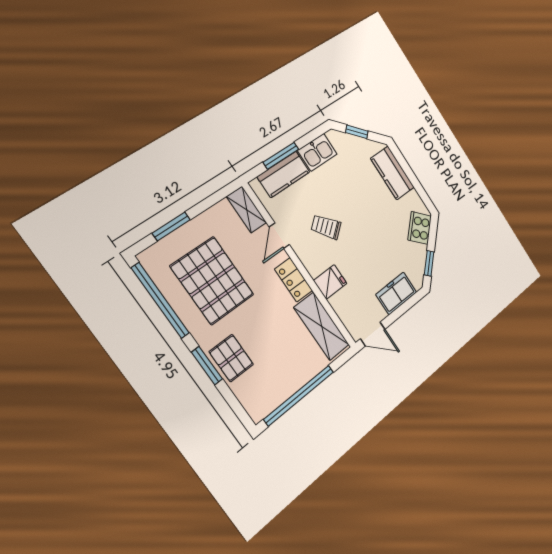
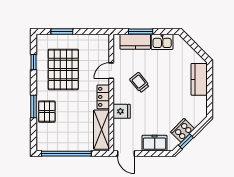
window: (357, 132) -> (193, 45), removed
shelving: (247, 210) -> (104, 47), removed
cooker: (420, 228) -> (183, 130), moved
window: (160, 301) -> (34, 62), width x0.32

